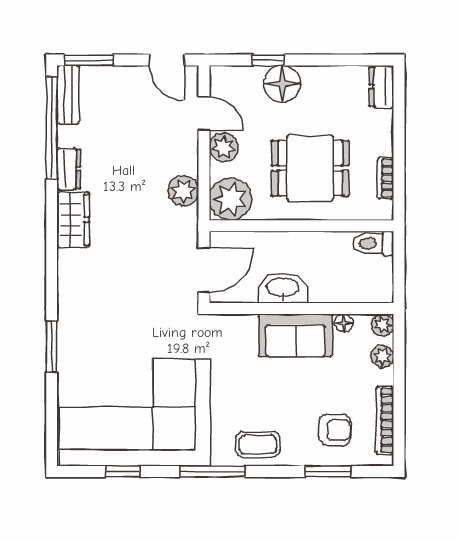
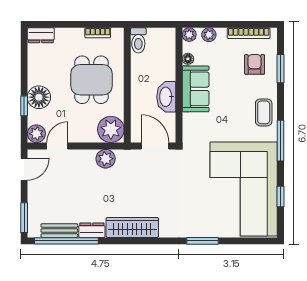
bench: (68, 95) -> (59, 231), moved
plant: (224, 147) -> (36, 134), moved
wardrobe: (73, 220) -> (132, 227), width x1.50

